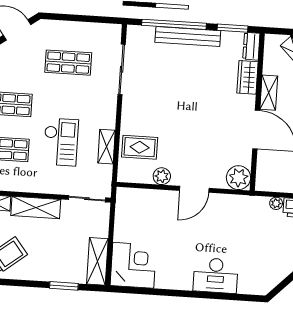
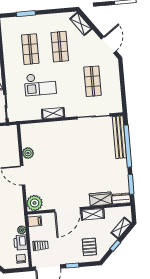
bench: (188, 37) -> (119, 137), moved
shelving: (106, 147) -> (53, 113), moved
rug: (140, 147) -> (45, 136), removed
filing cabinet: (266, 181) -> (35, 221), added

